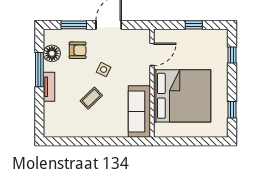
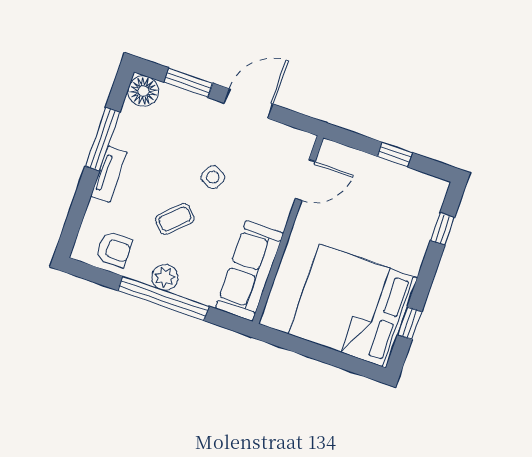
armchair: (78, 50) -> (114, 249), moved
floor lamp: (52, 53) -> (143, 91), moved
bed: (182, 96) -> (353, 306), moved, turned 180
plant: (97, 130) -> (165, 277), added
window: (100, 141) -> (163, 298), added

